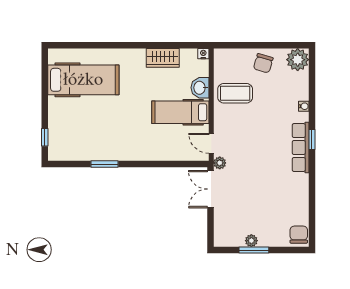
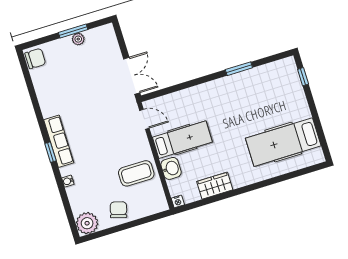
plant: (220, 163) -> (131, 103), removed
chair: (299, 235) -> (35, 59), turned -90

